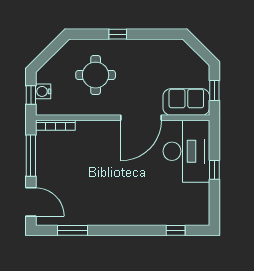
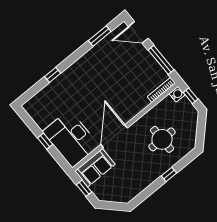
water cooler: (43, 91) -> (177, 94), moved
window: (176, 230) -> (53, 75), moved

